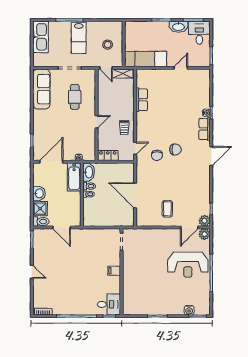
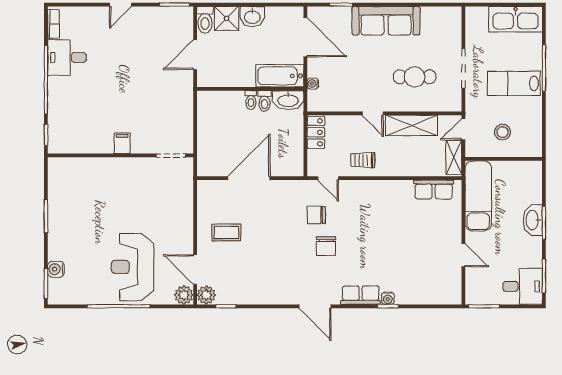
washbasin: (178, 27) -> (533, 220), moved
sofa: (41, 89) -> (386, 21), moved
shelving: (104, 99) -> (412, 125), added
row of seats: (142, 100) -> (434, 189), moved
desk: (109, 304) -> (67, 58), moved, turned 90

